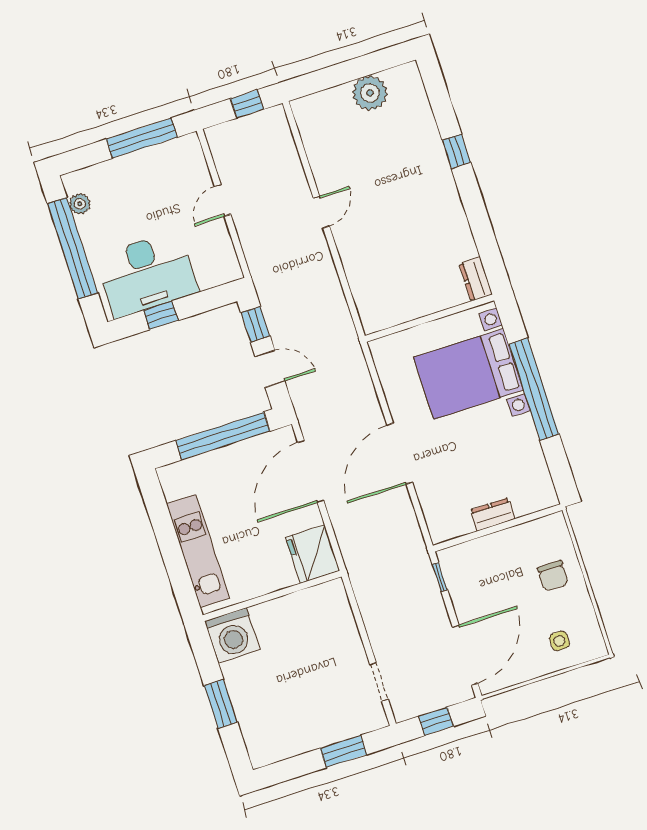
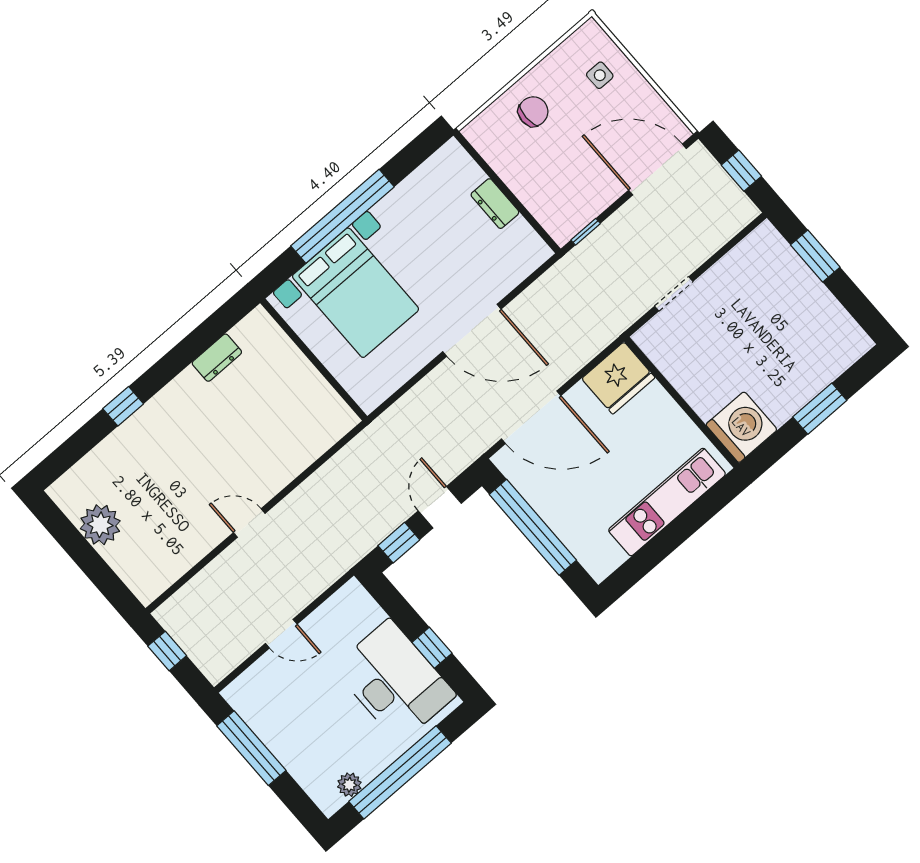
dresser: (476, 279) -> (217, 358), moved
doorway: (379, 682) -> (674, 294), moved

